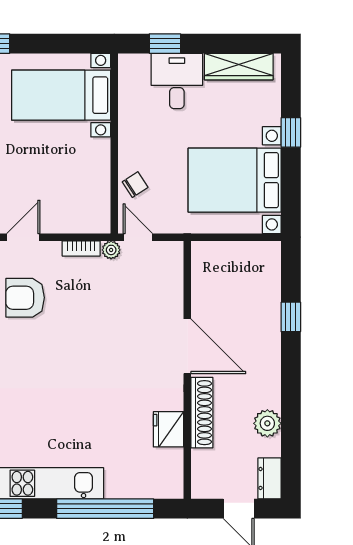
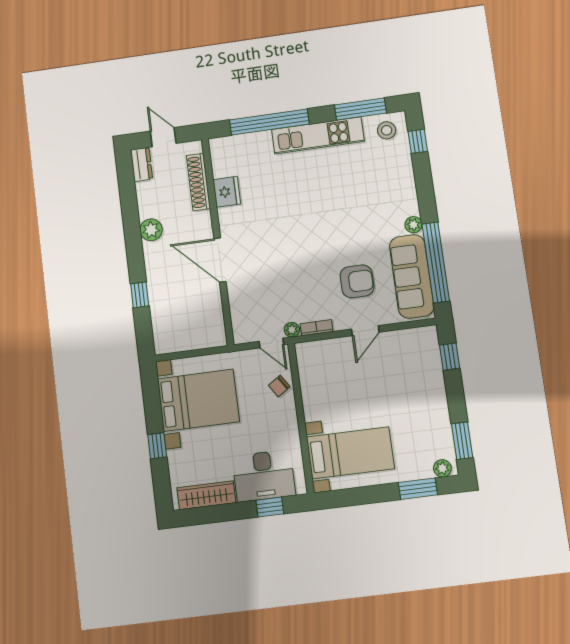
desk: (177, 81) -> (264, 476), width x1.37
shoe rack: (202, 413) -> (198, 182), moved
plant: (267, 423) -> (151, 230), moved

